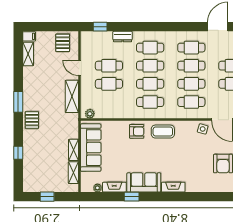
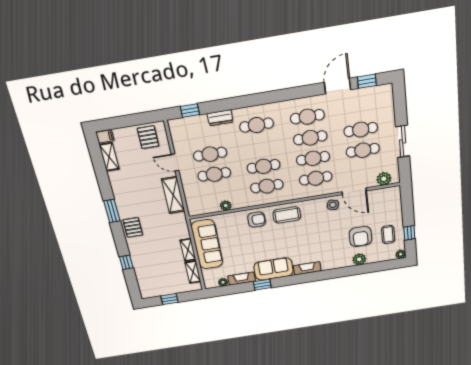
cafe table: (150, 66) -> (260, 146), removed
plant: (90, 114) -> (226, 206), moved
plant: (220, 186) -> (359, 259), added

